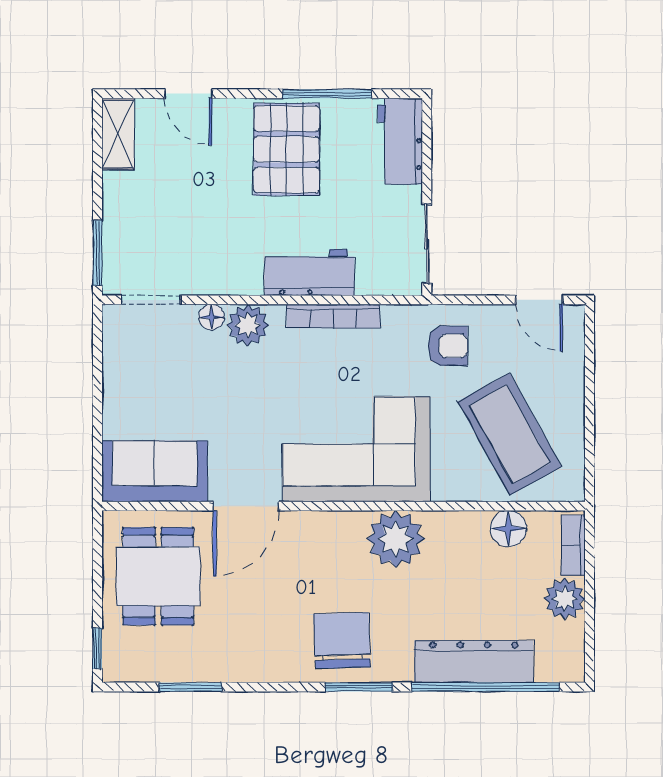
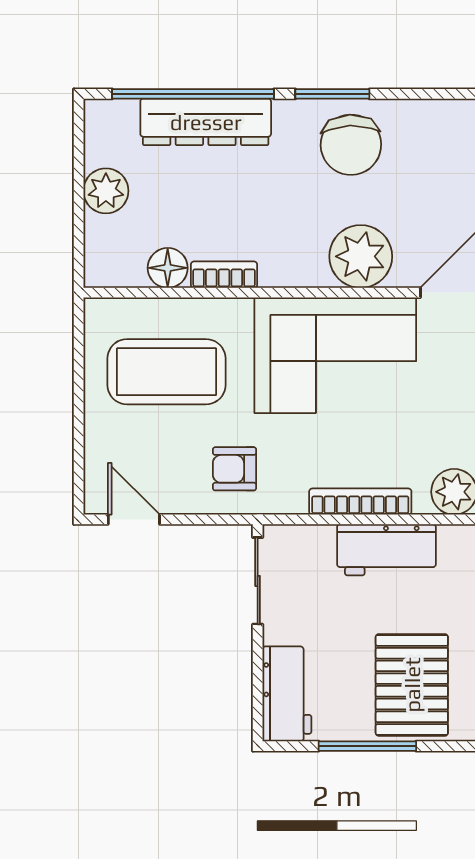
coffee table: (510, 434) -> (166, 372), turned -61
plant: (396, 539) -> (361, 256), moved
bookcase: (573, 545) -> (224, 275), moved, turned -90

